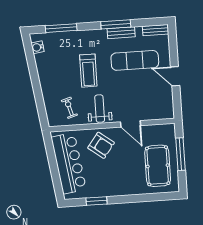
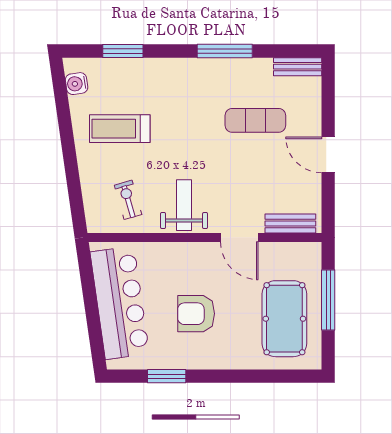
window: (61, 28) -> (123, 51), width x0.69
bench: (121, 33) -> (290, 224), moved
exercise mat: (135, 60) -> (255, 120), width x0.73, depth x0.69
treadmill: (88, 71) -> (120, 129), moved, turned 90
armchair: (101, 145) -> (196, 314), moved, turned 143

